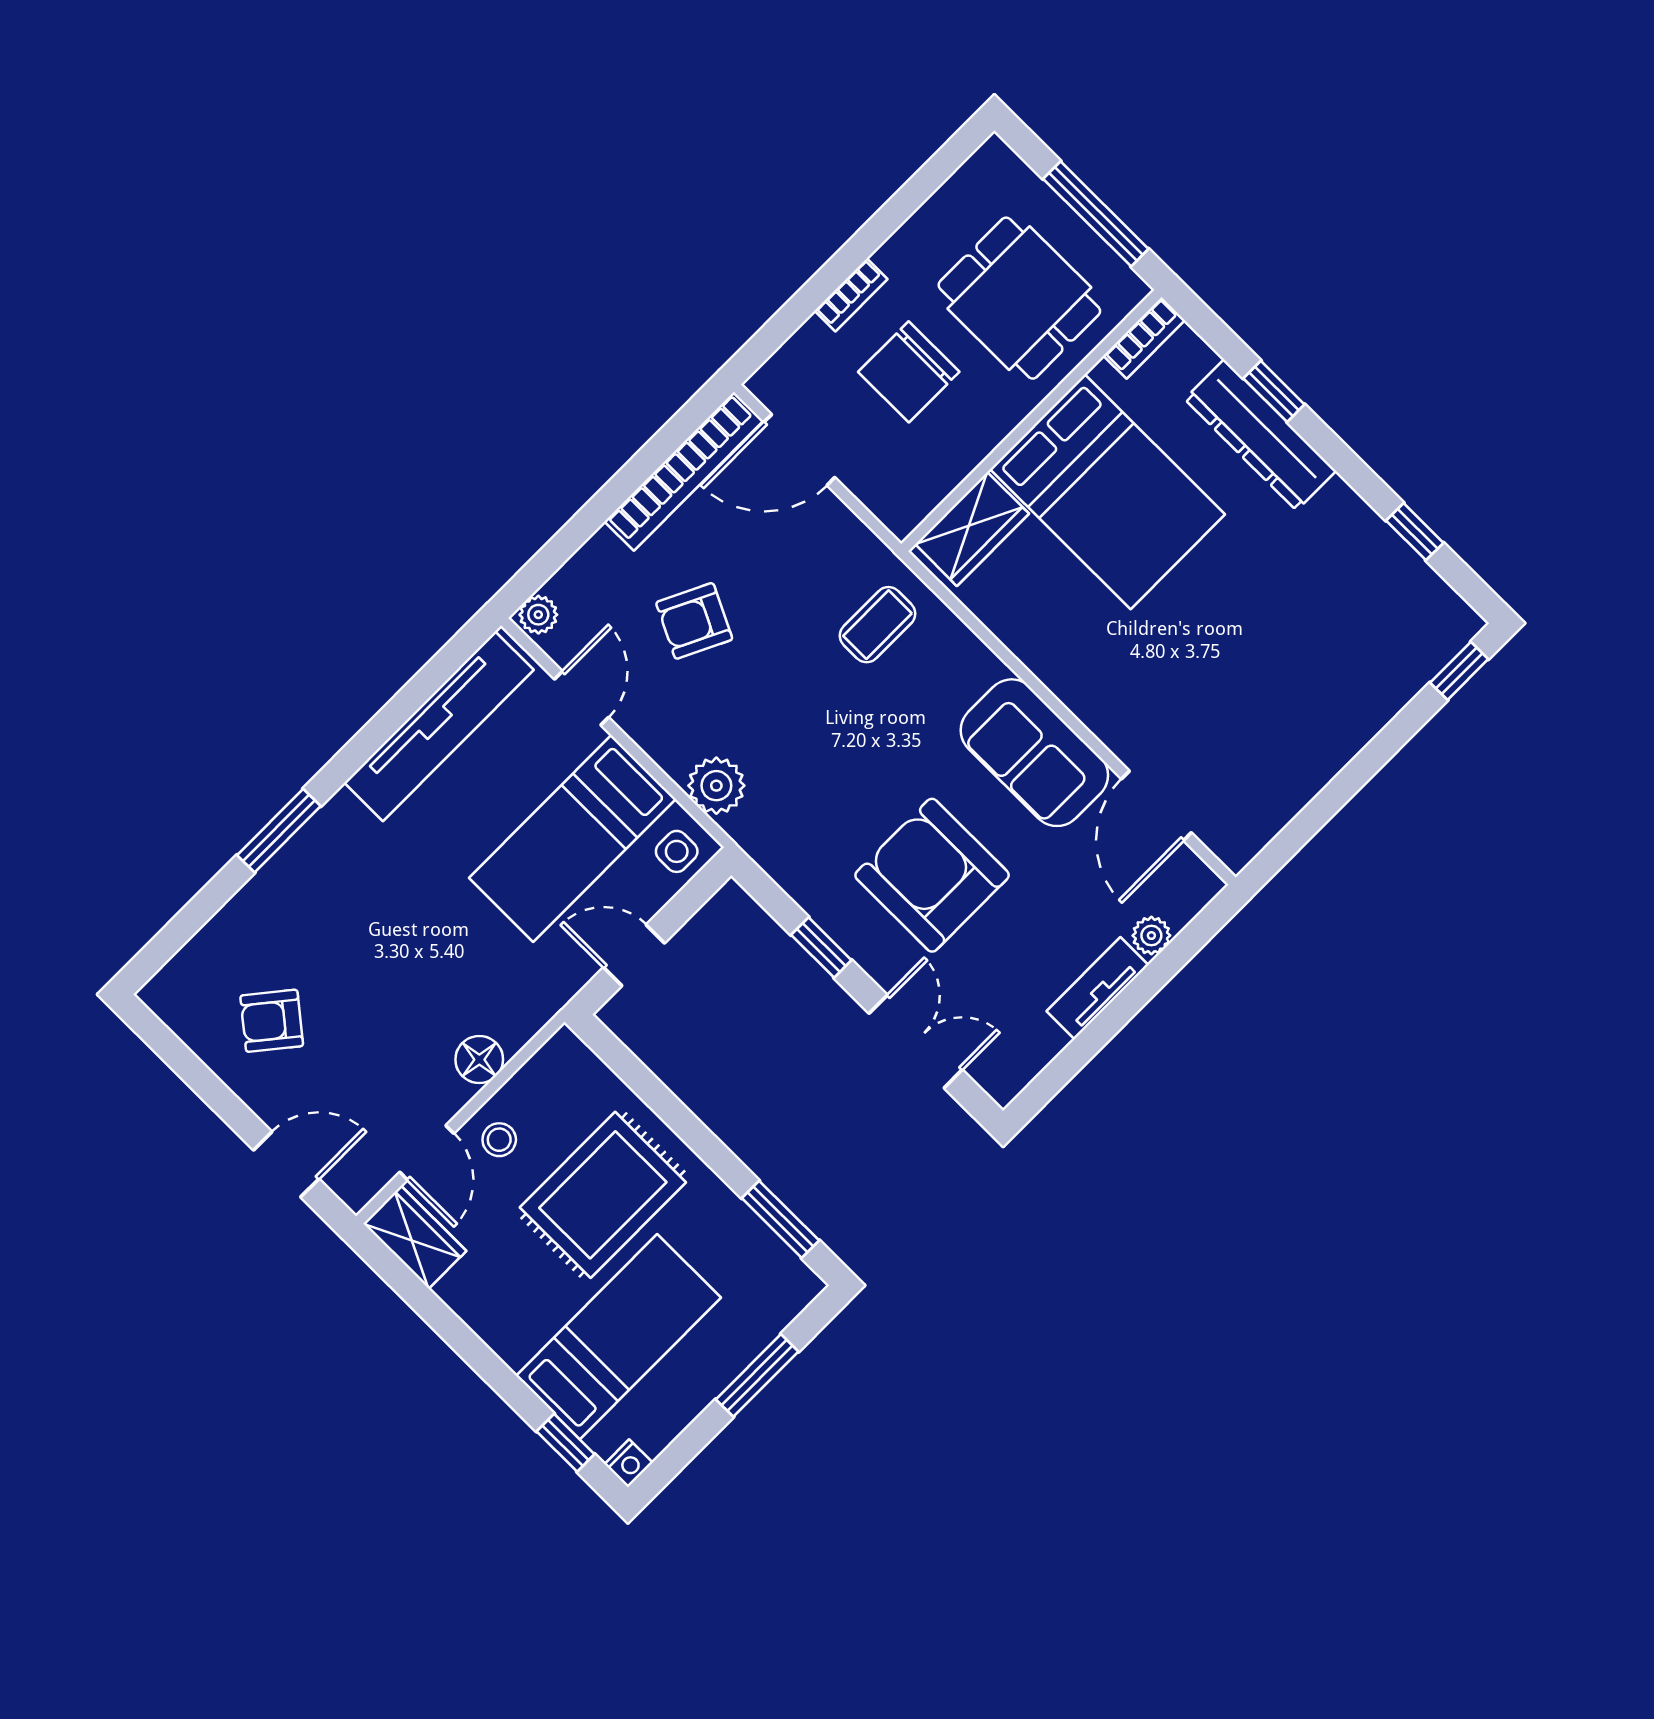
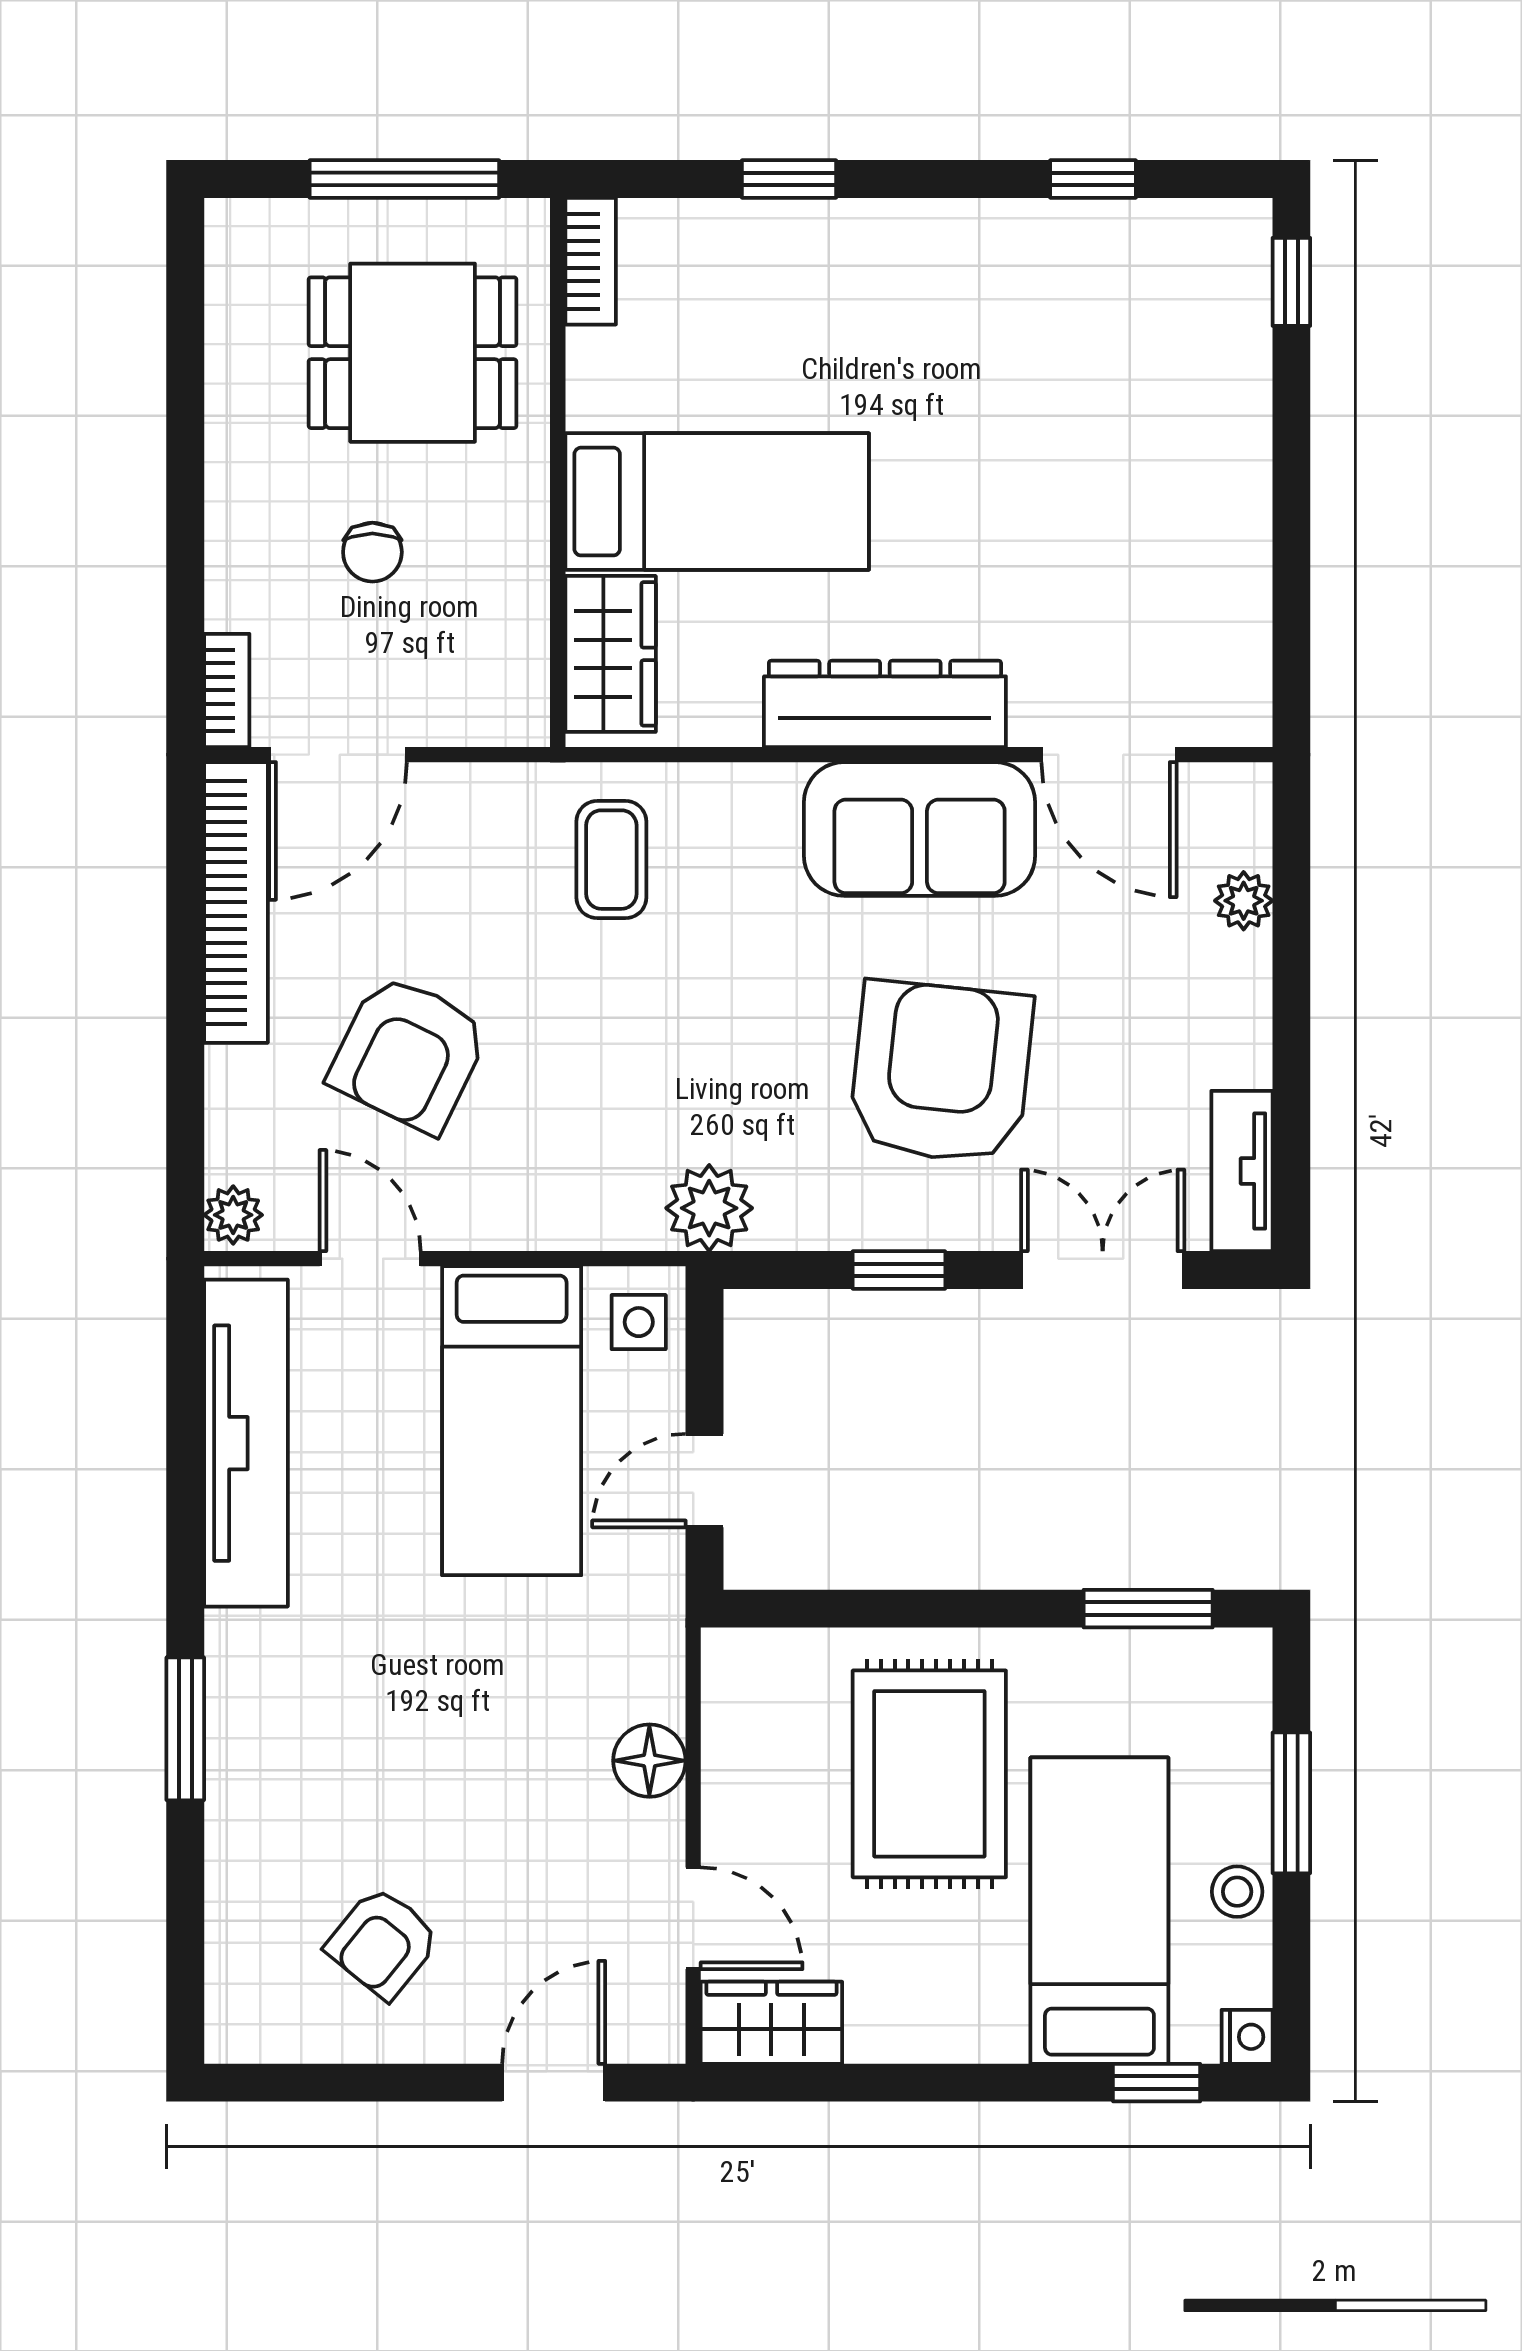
bookcase: (851, 295) -> (227, 690), moved
chair: (909, 372) -> (372, 552), width x0.54, depth x0.54
dresser: (1260, 435) -> (885, 704), moved, turned 180
bed: (1108, 492) -> (717, 502), width x0.67
armchair: (694, 621) -> (409, 1053), width x1.38, depth x1.38
plant: (716, 786) -> (709, 1208), moved
armchair: (932, 875) -> (941, 1072), turned 96
tv unit: (1097, 988) -> (1242, 1171), moved
stool: (499, 1140) -> (1237, 1892), moved

